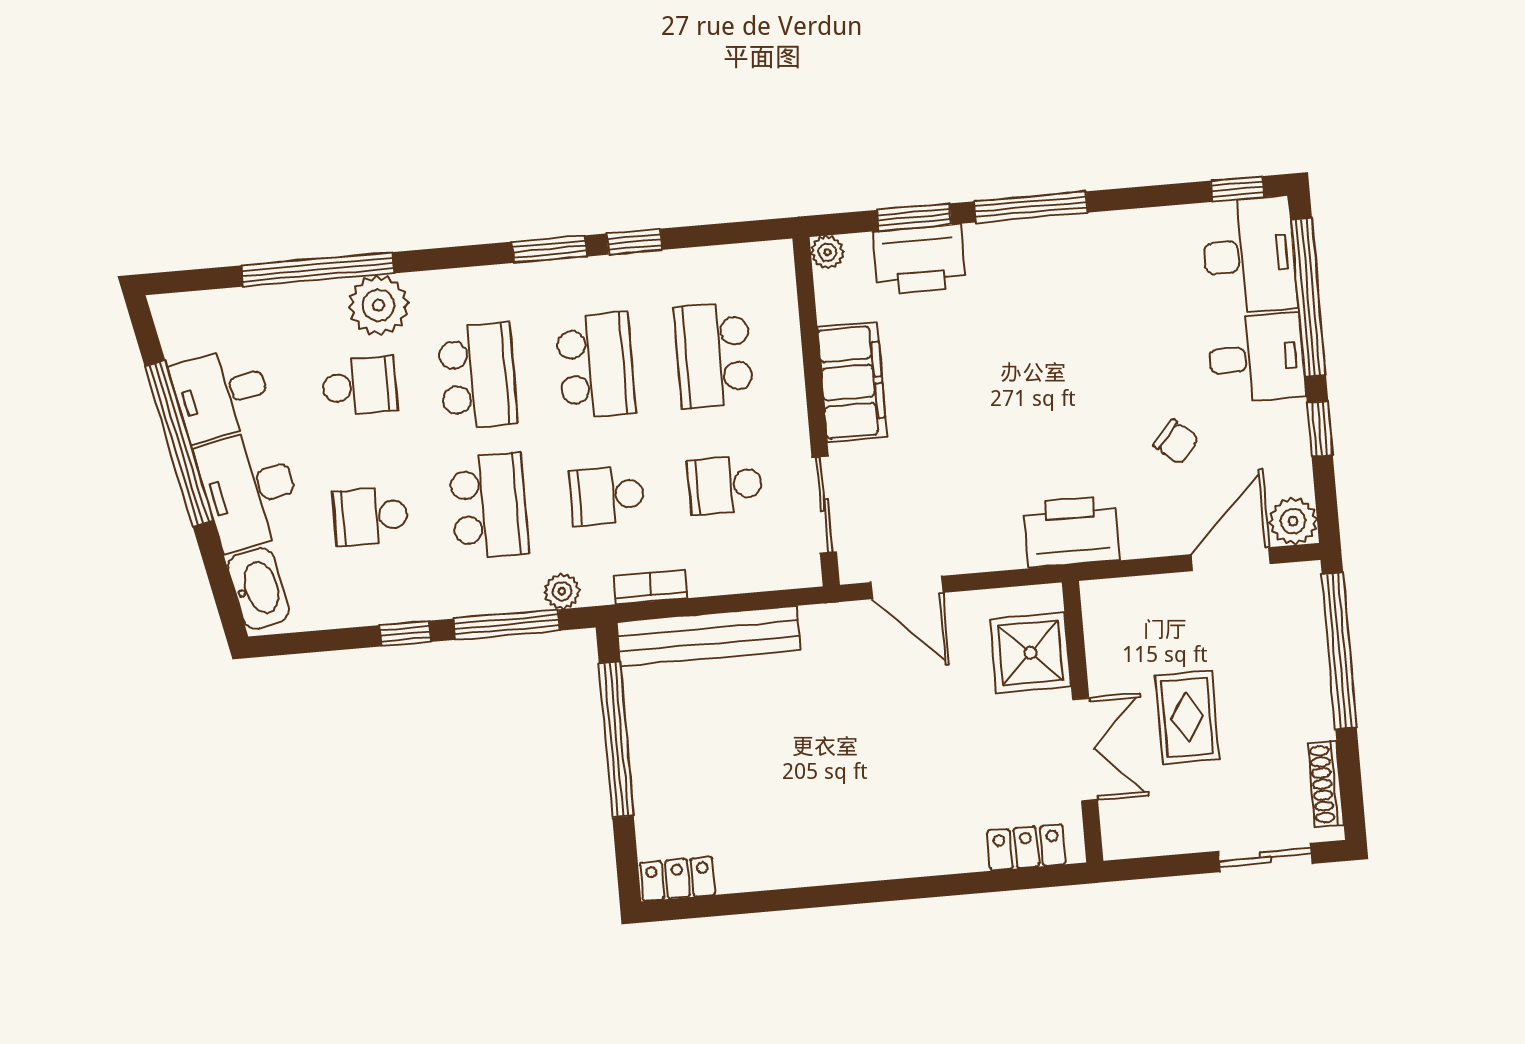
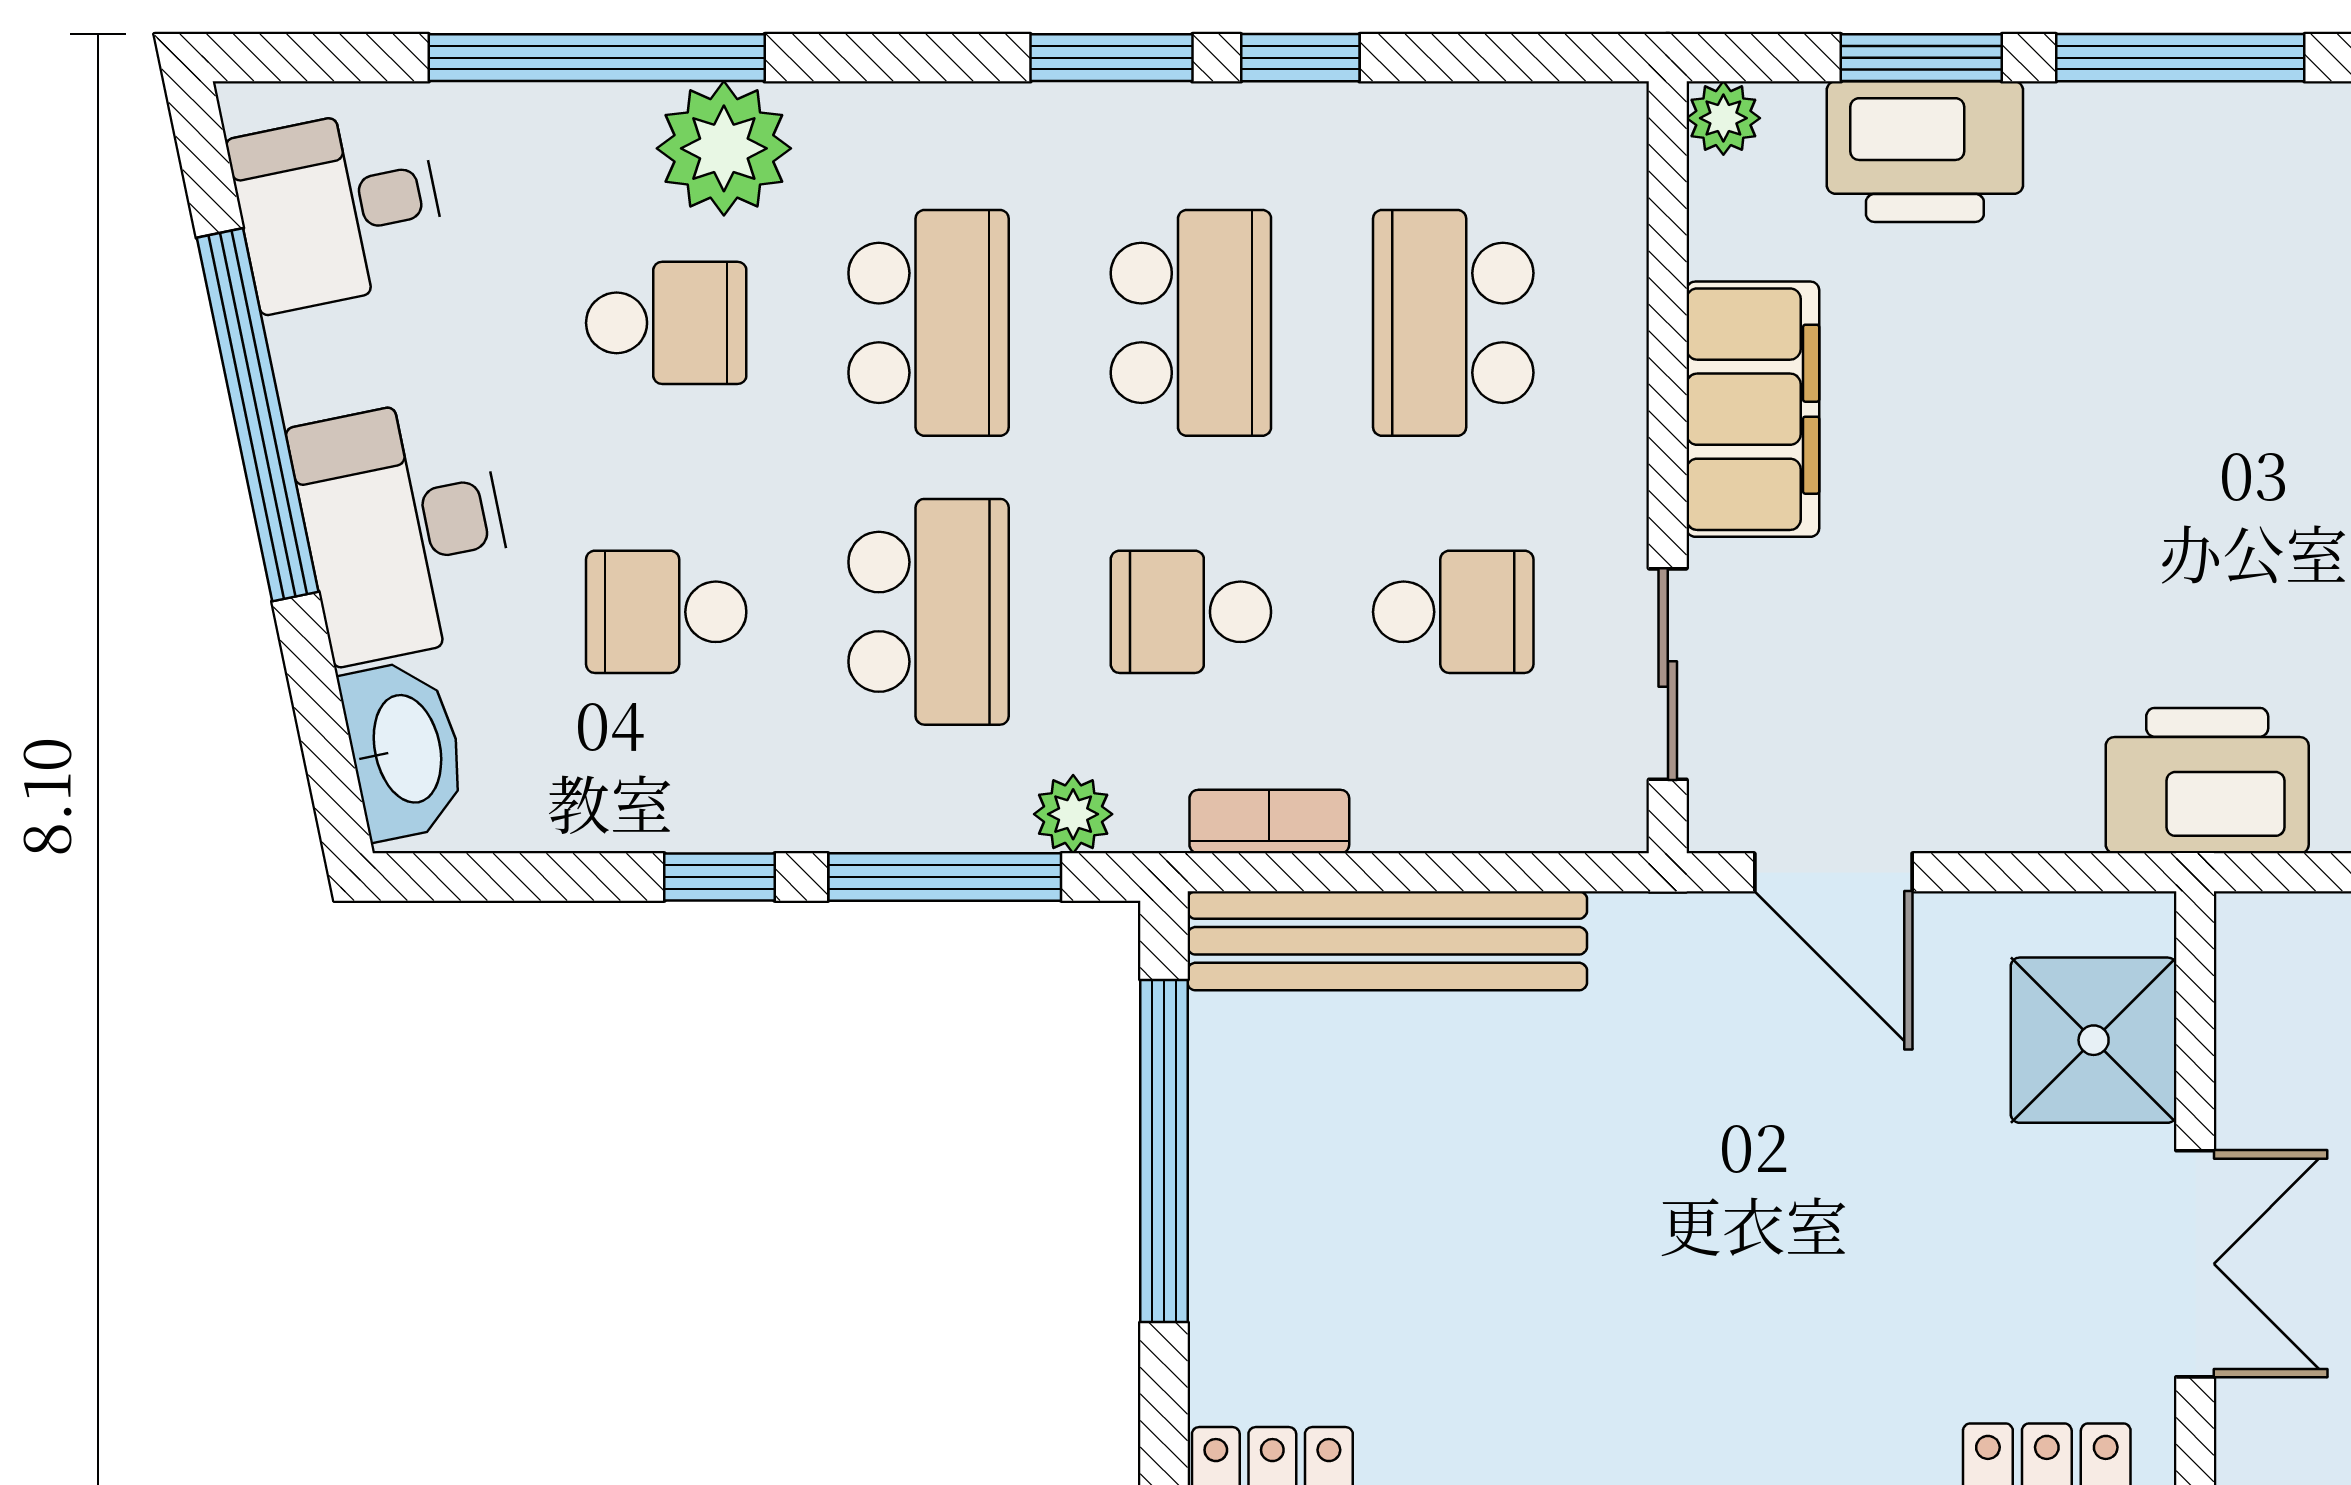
desk: (221, 394) -> (338, 208), moved
school desk: (725, 485) -> (1453, 612), turned 180

